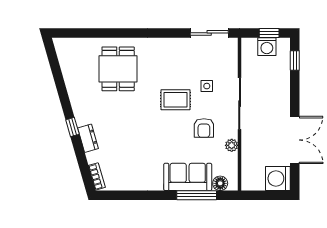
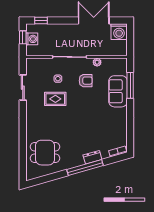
sliding door: (209, 33) -> (23, 88), moved
dining table: (118, 69) -> (45, 153), moved
rug: (176, 100) -> (55, 99), moved, turned 90
window: (72, 127) -> (85, 168), width x3.17
floor lamp: (220, 183) -> (122, 70), removed

